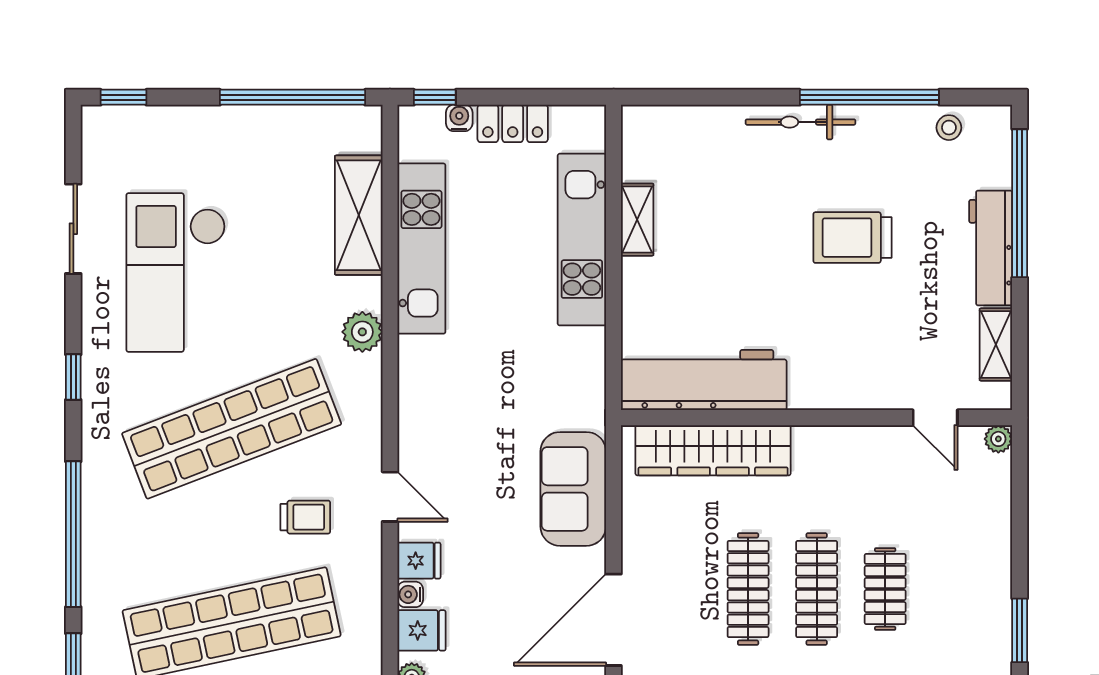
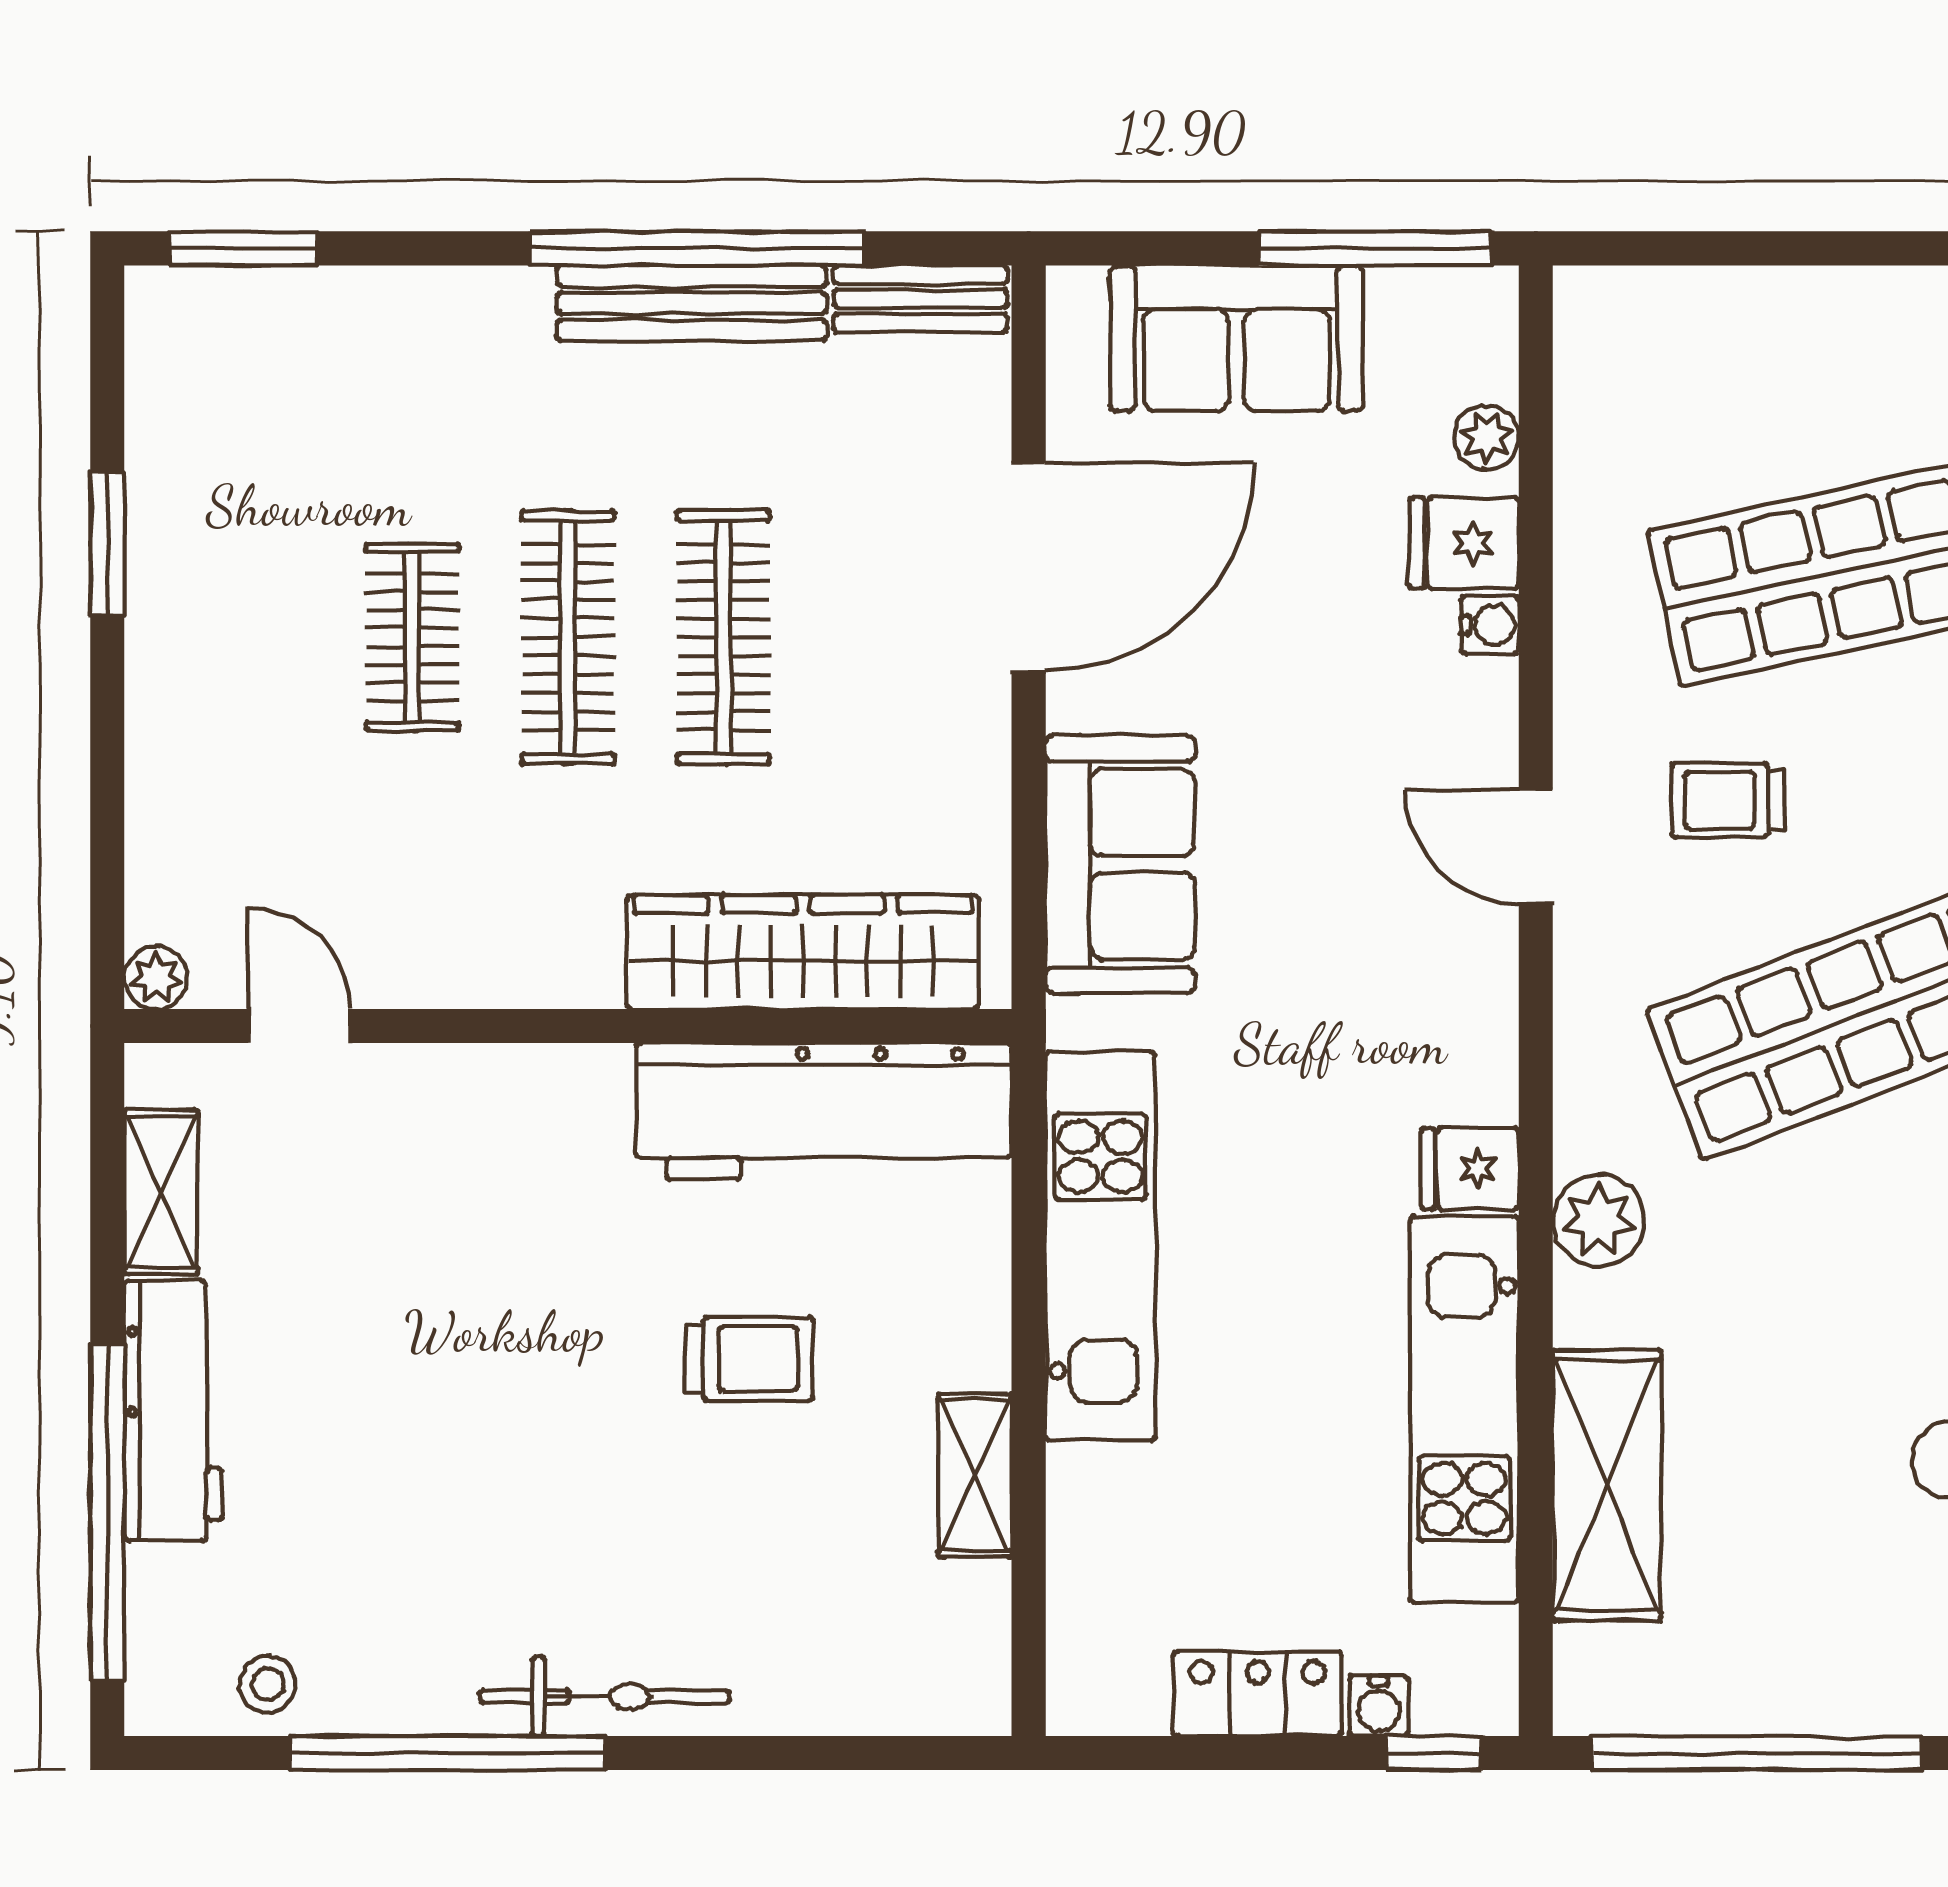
trolley: (853, 238) -> (749, 1359), moved, width x0.73, depth x0.72
kitchen unit: (582, 240) -> (1100, 1246), moved
fridge: (419, 561) -> (1470, 1169), moved

